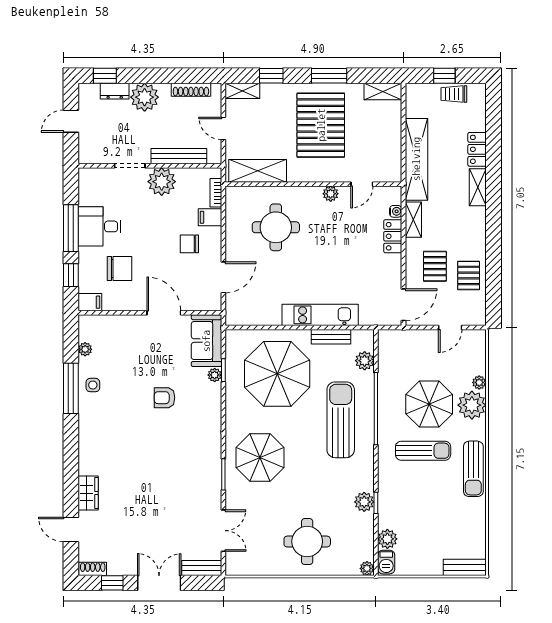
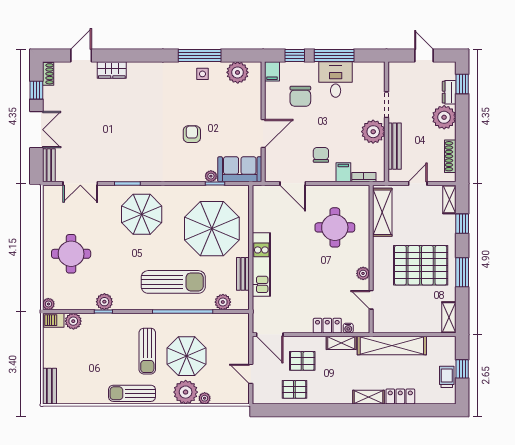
plant: (85, 349) -> (238, 72), width x1.87, depth x1.87

